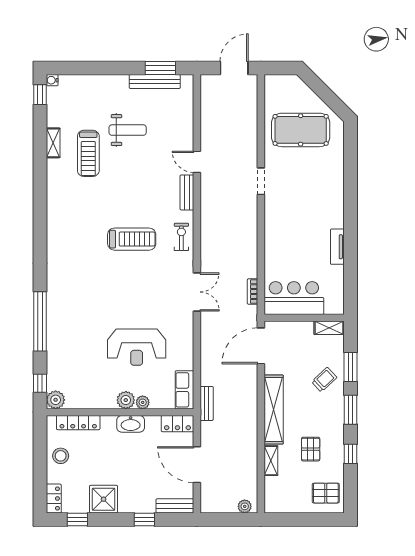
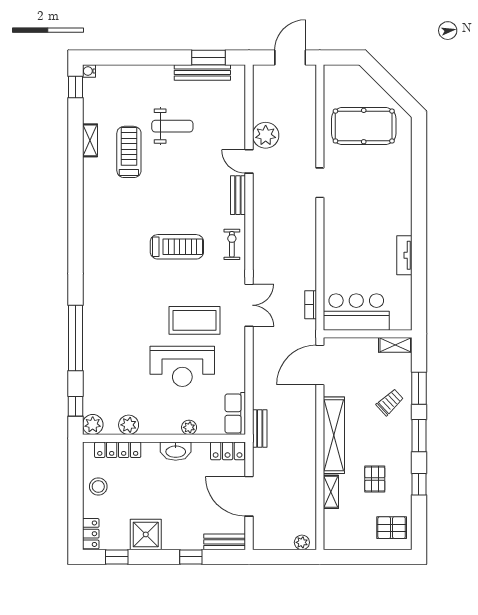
plant: (212, 138) -> (266, 135), added
treadmill: (88, 153) -> (129, 152), turned 180
coffee table: (148, 306) -> (194, 320), added
plant: (126, 400) -> (129, 425), moved

